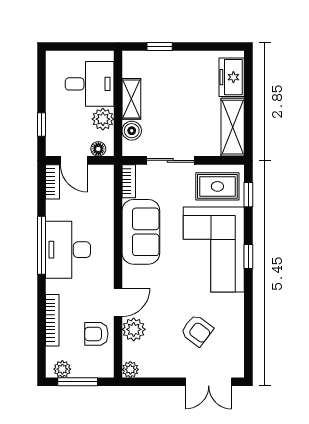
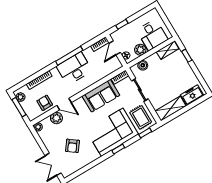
shelving: (131, 99) -> (168, 50), moved

